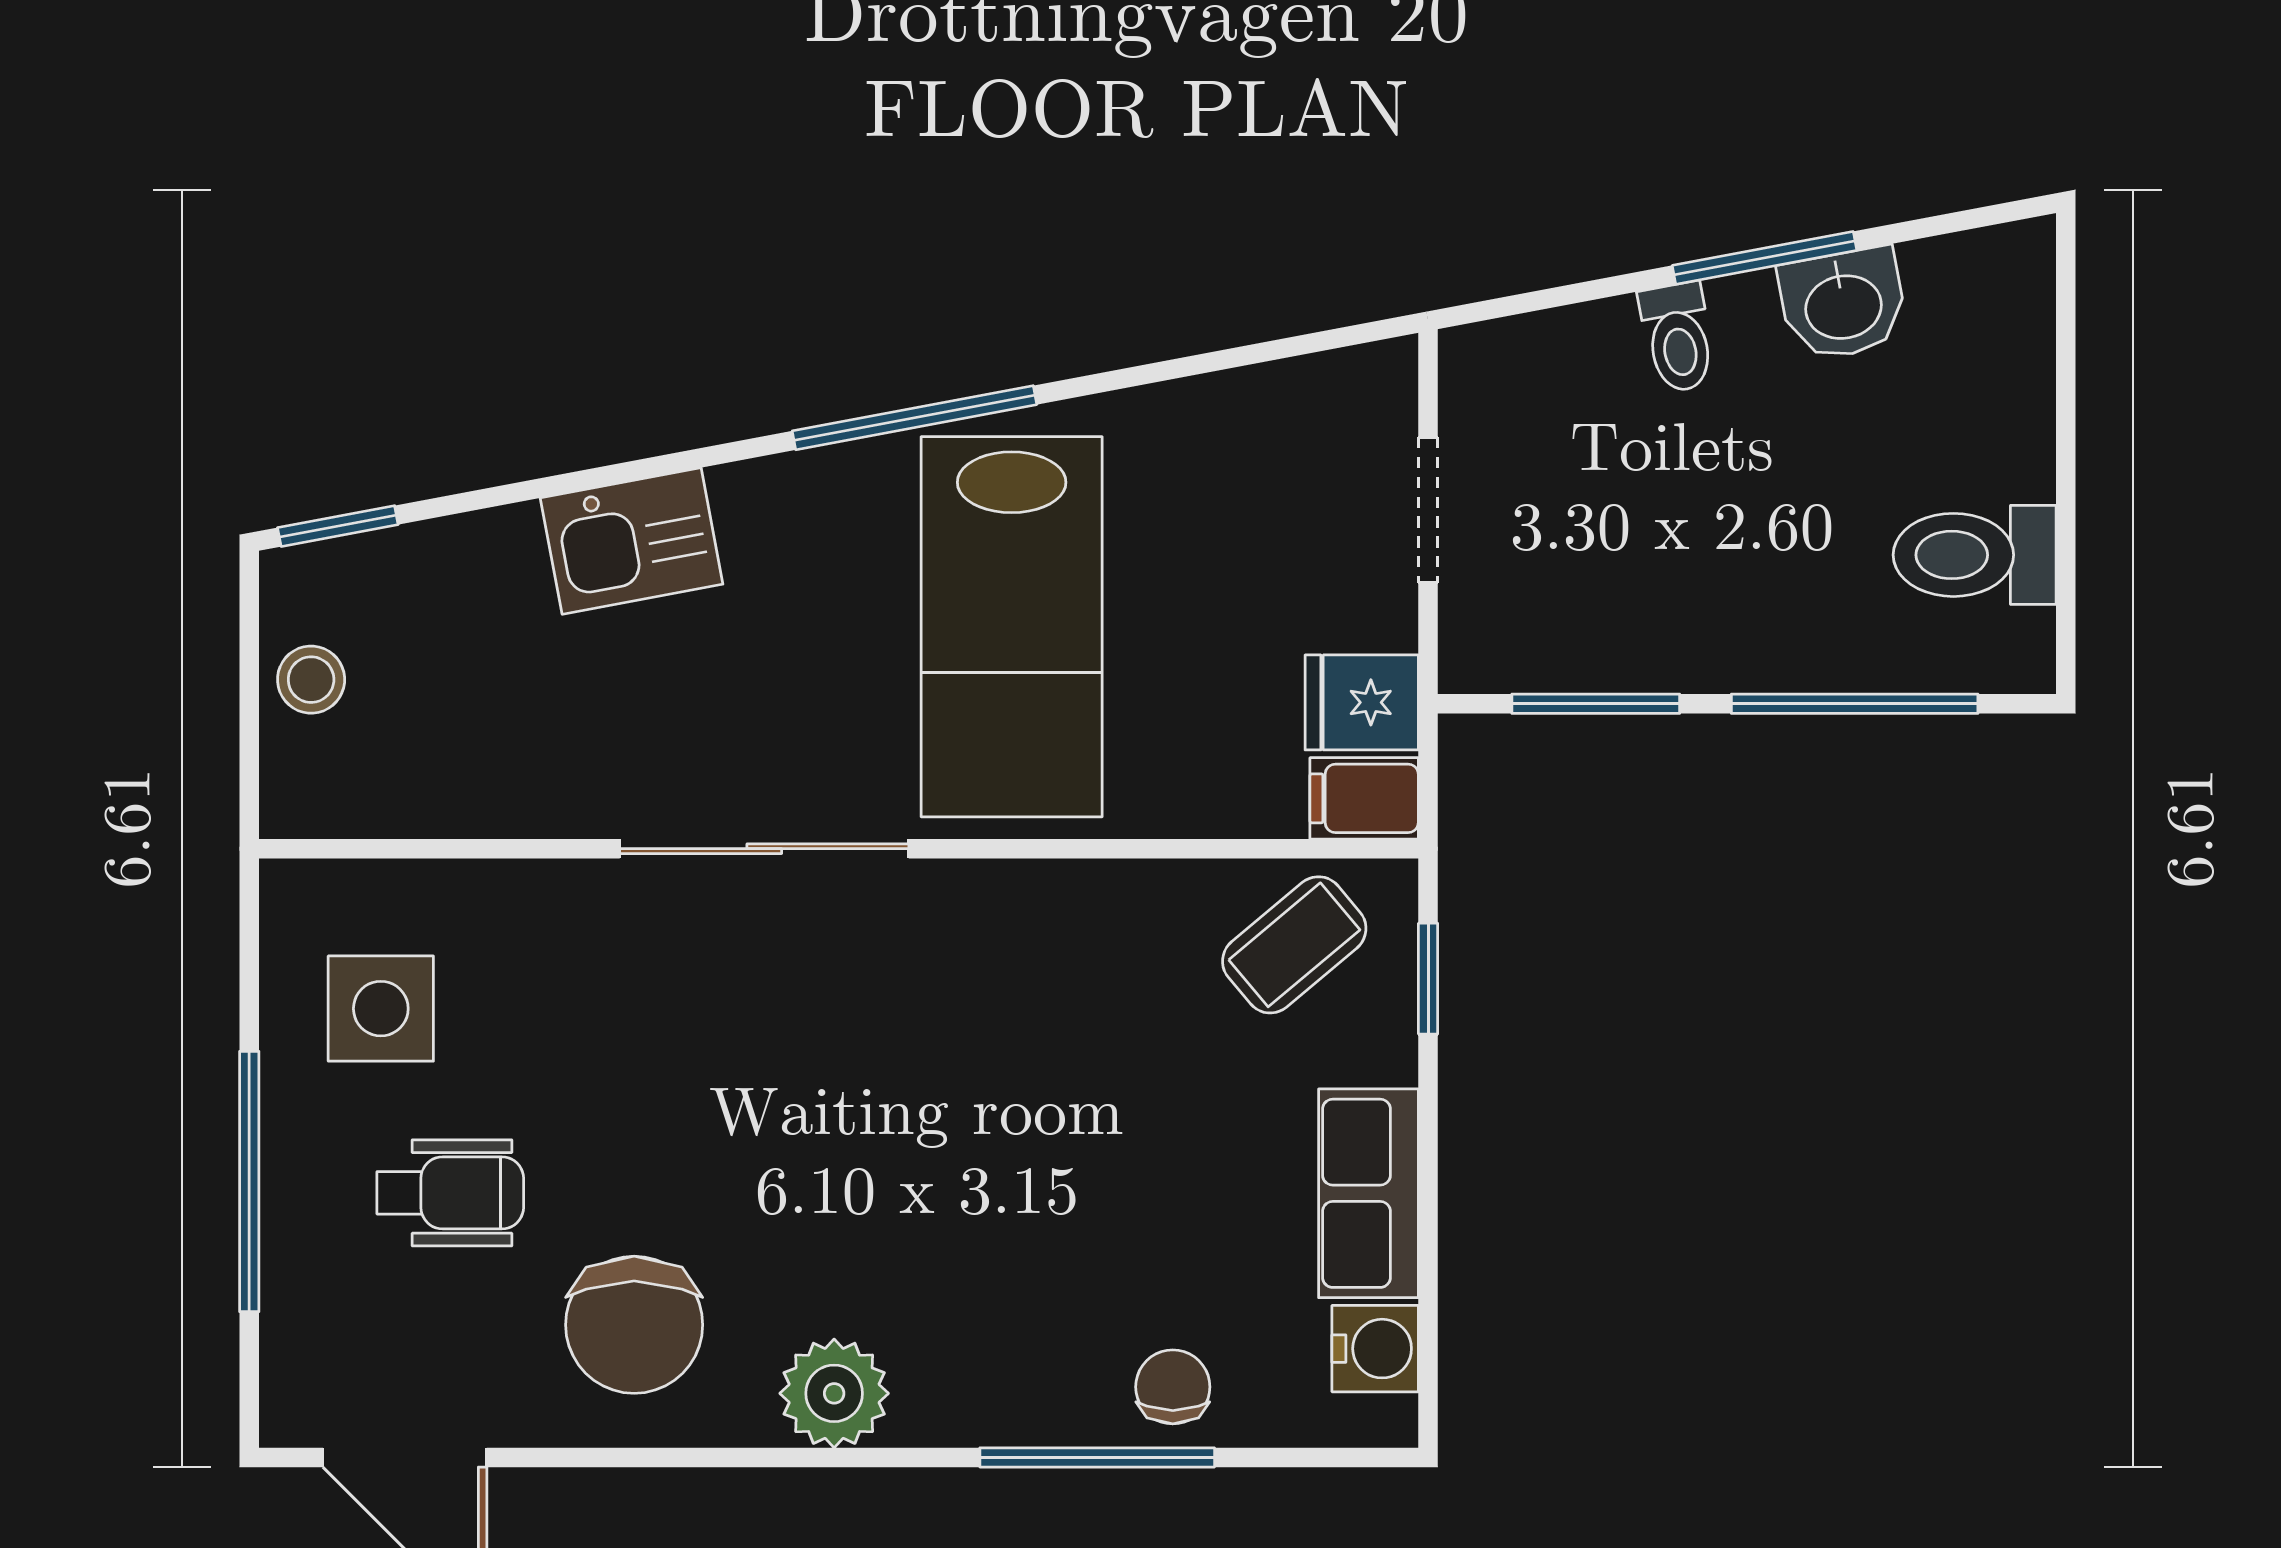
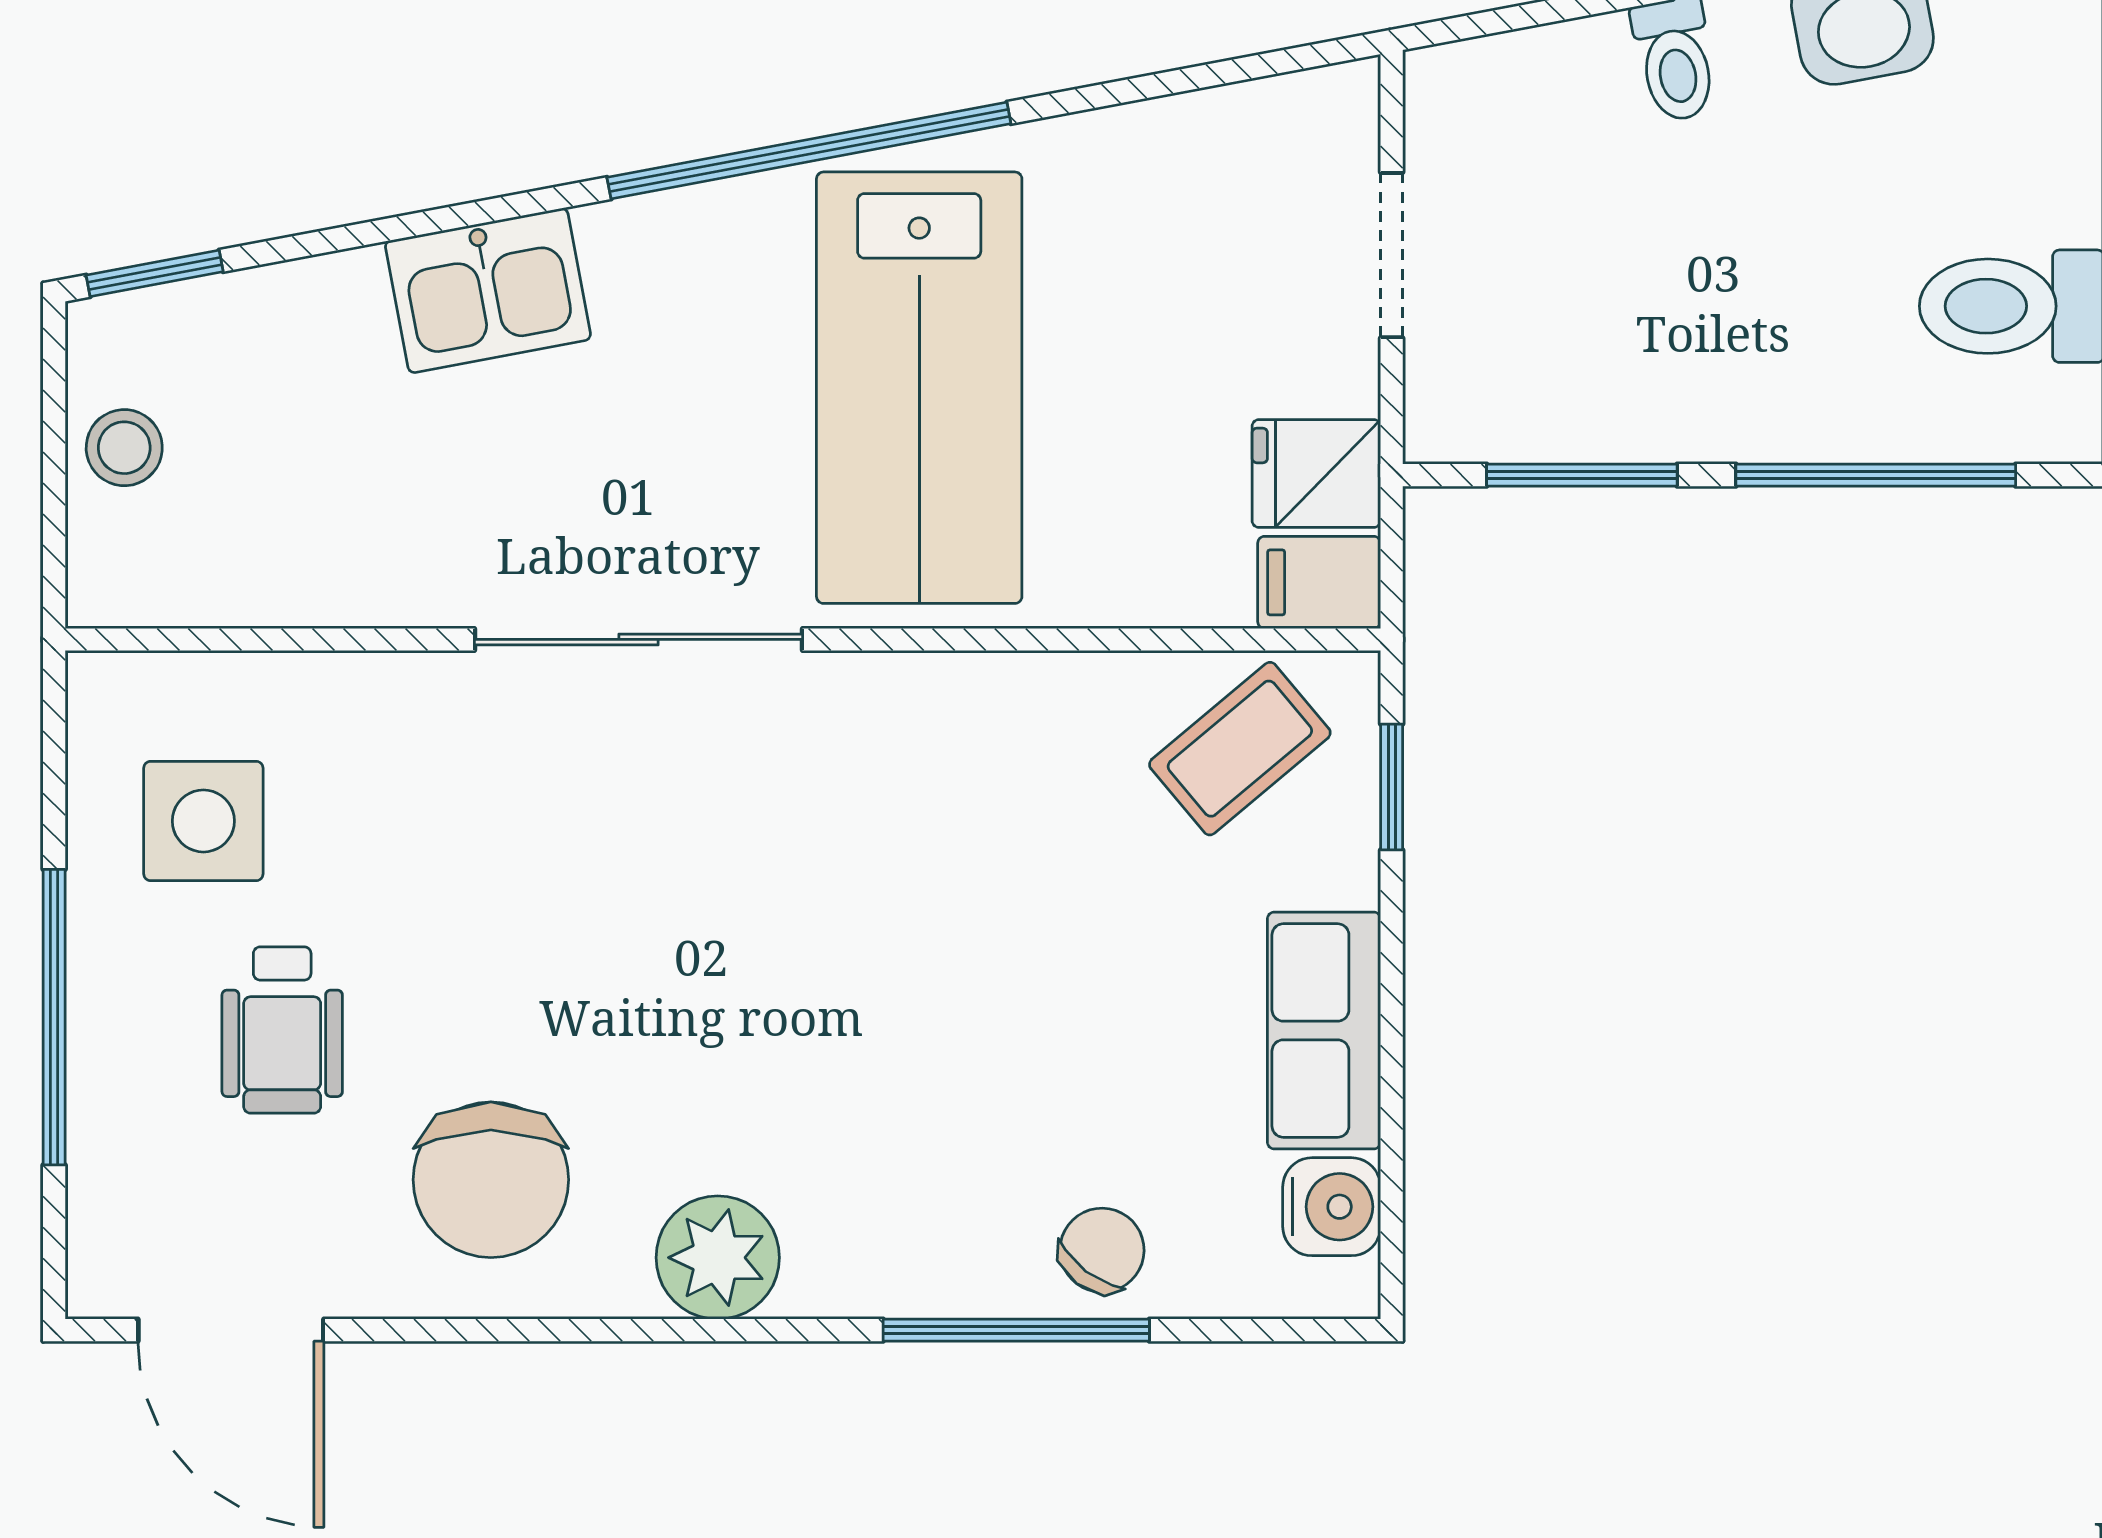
window: (915, 418) -> (809, 150), width x1.46
wheelchair: (450, 1193) -> (282, 1030), turned 90
chair: (1173, 1387) -> (1102, 1250), turned 37

